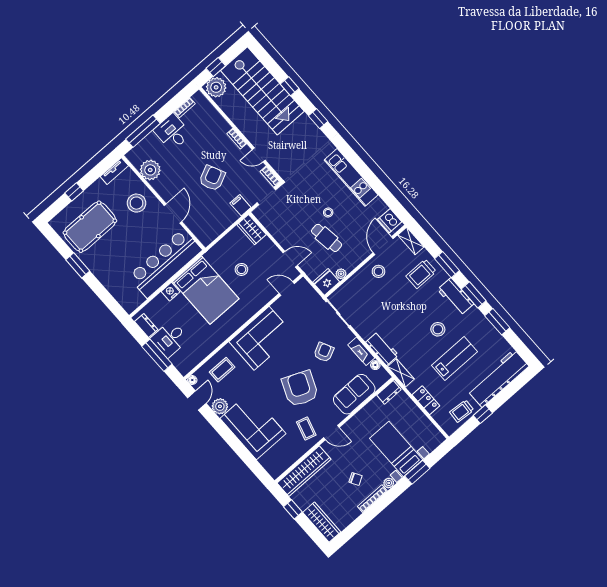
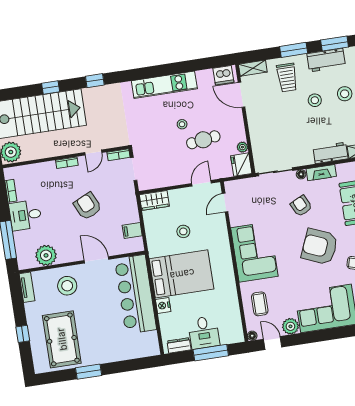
filing cabinet: (240, 205) -> (132, 230), moved
stool: (378, 271) -> (315, 100), moved
floor lamp: (375, 365) -> (301, 174), moved

